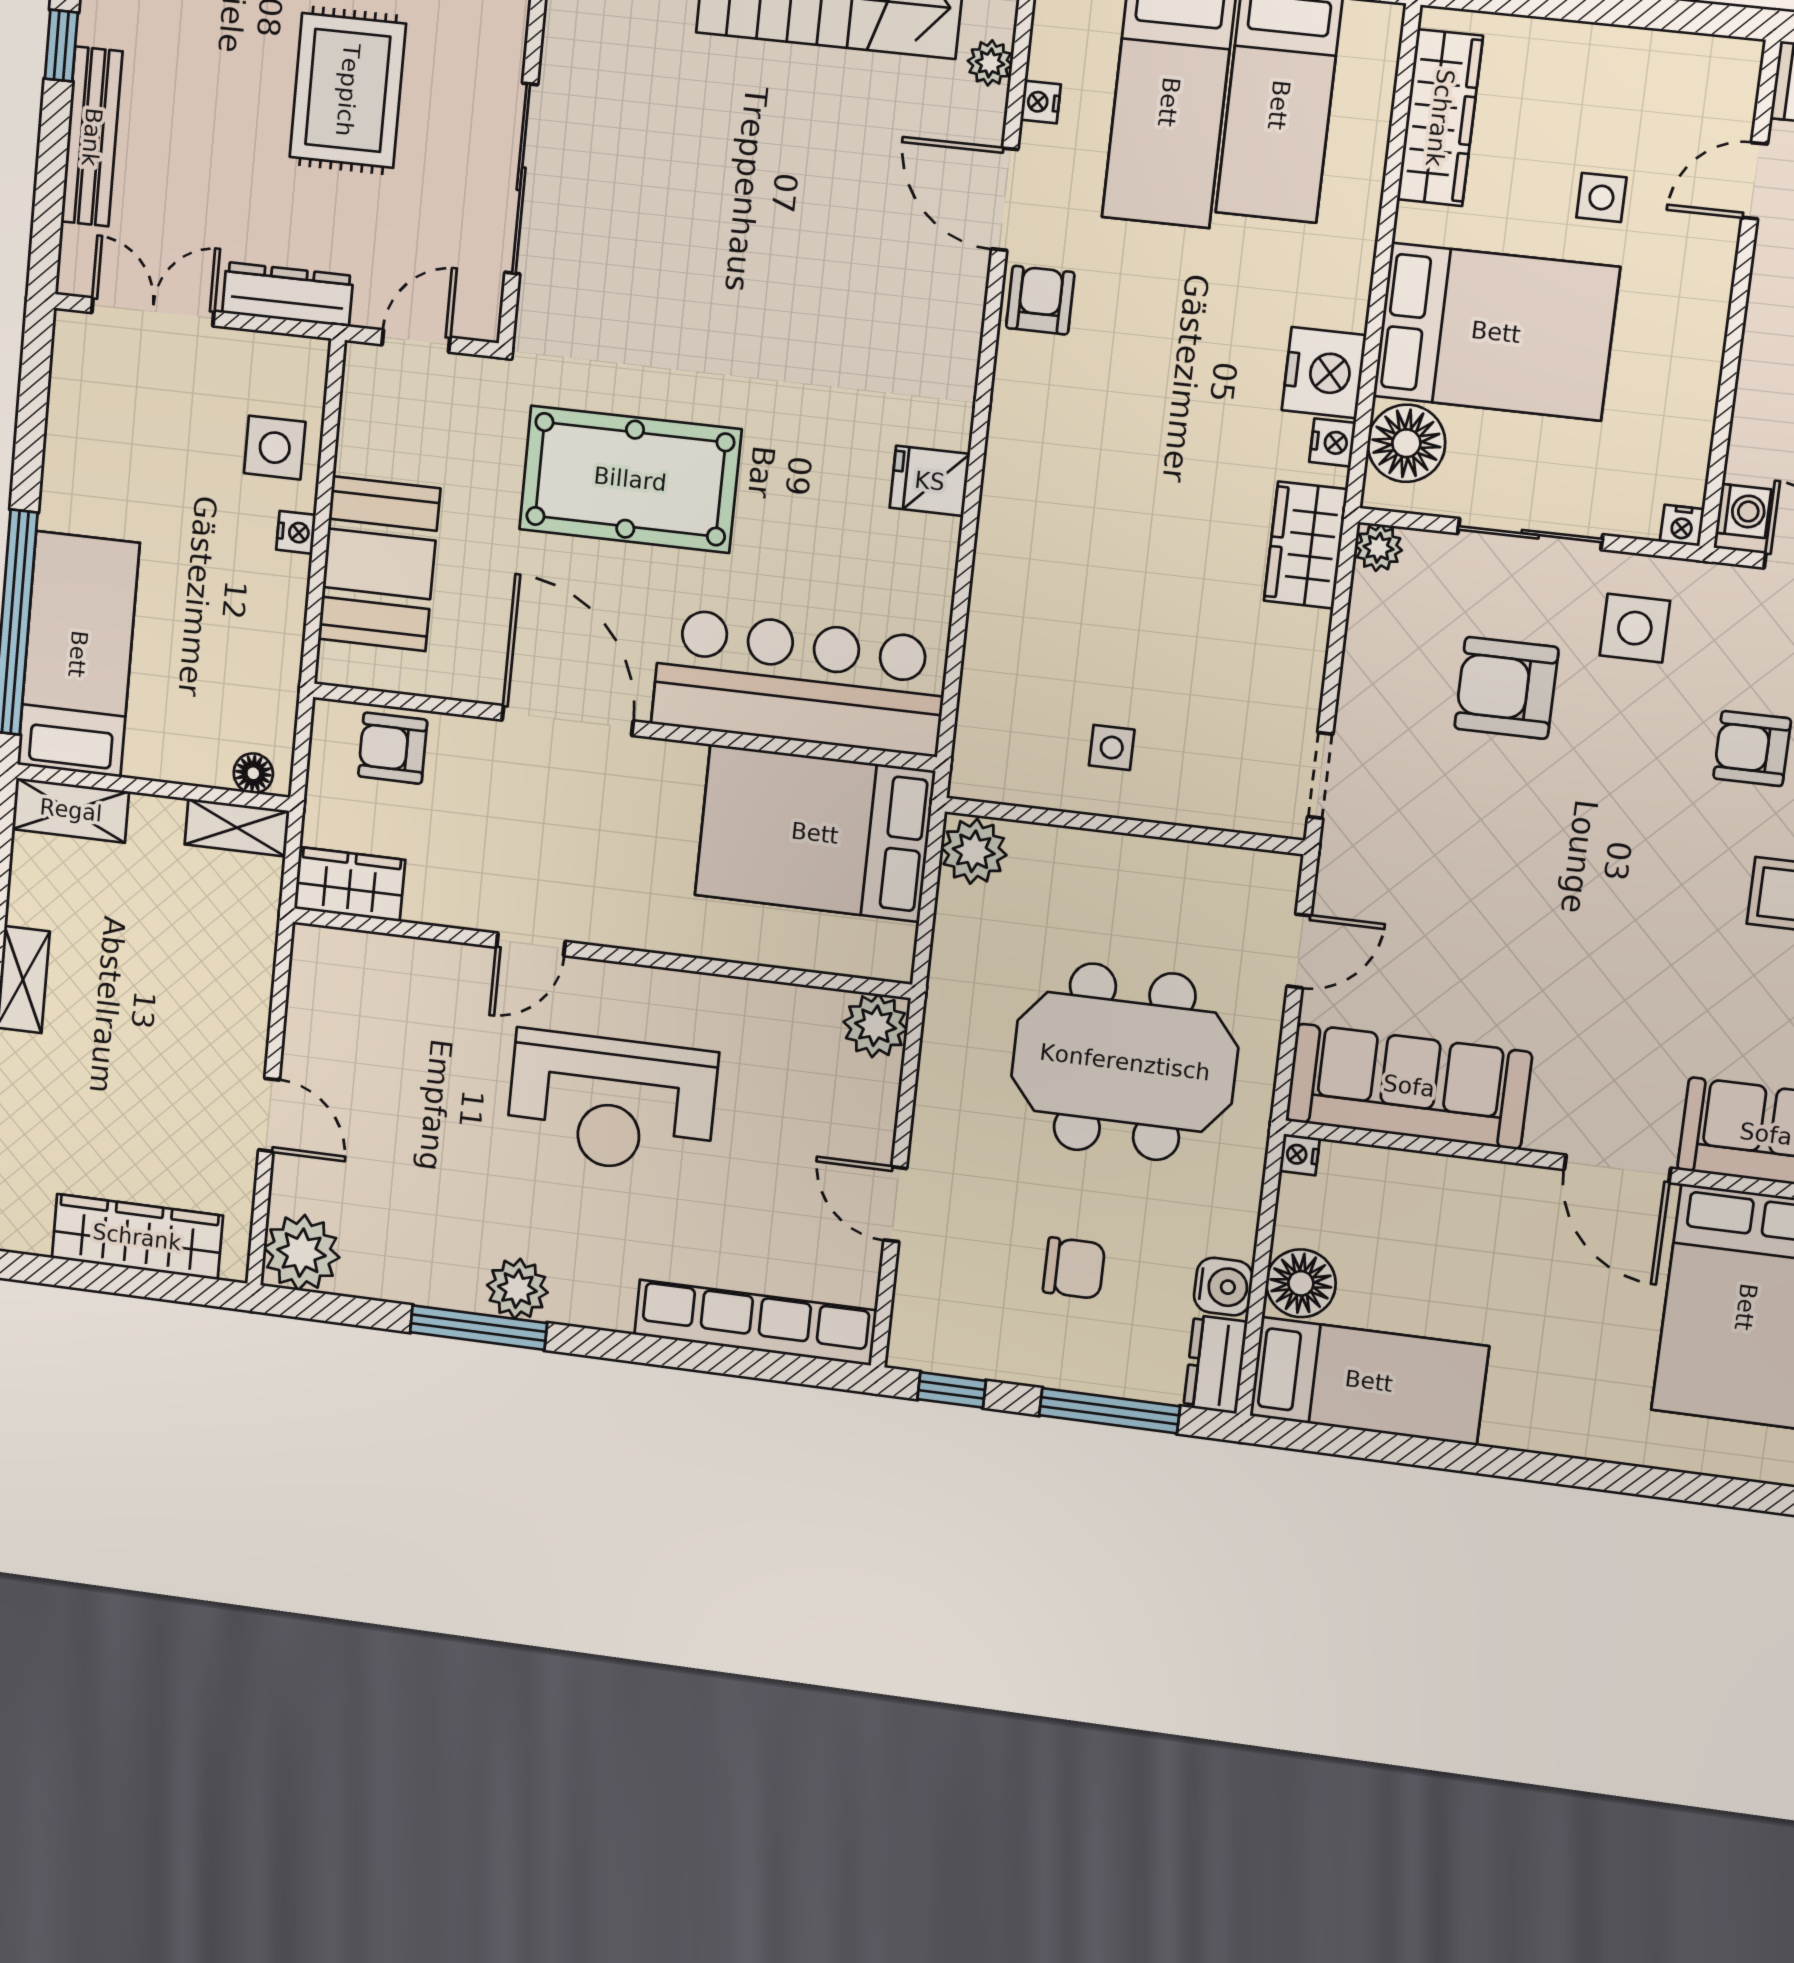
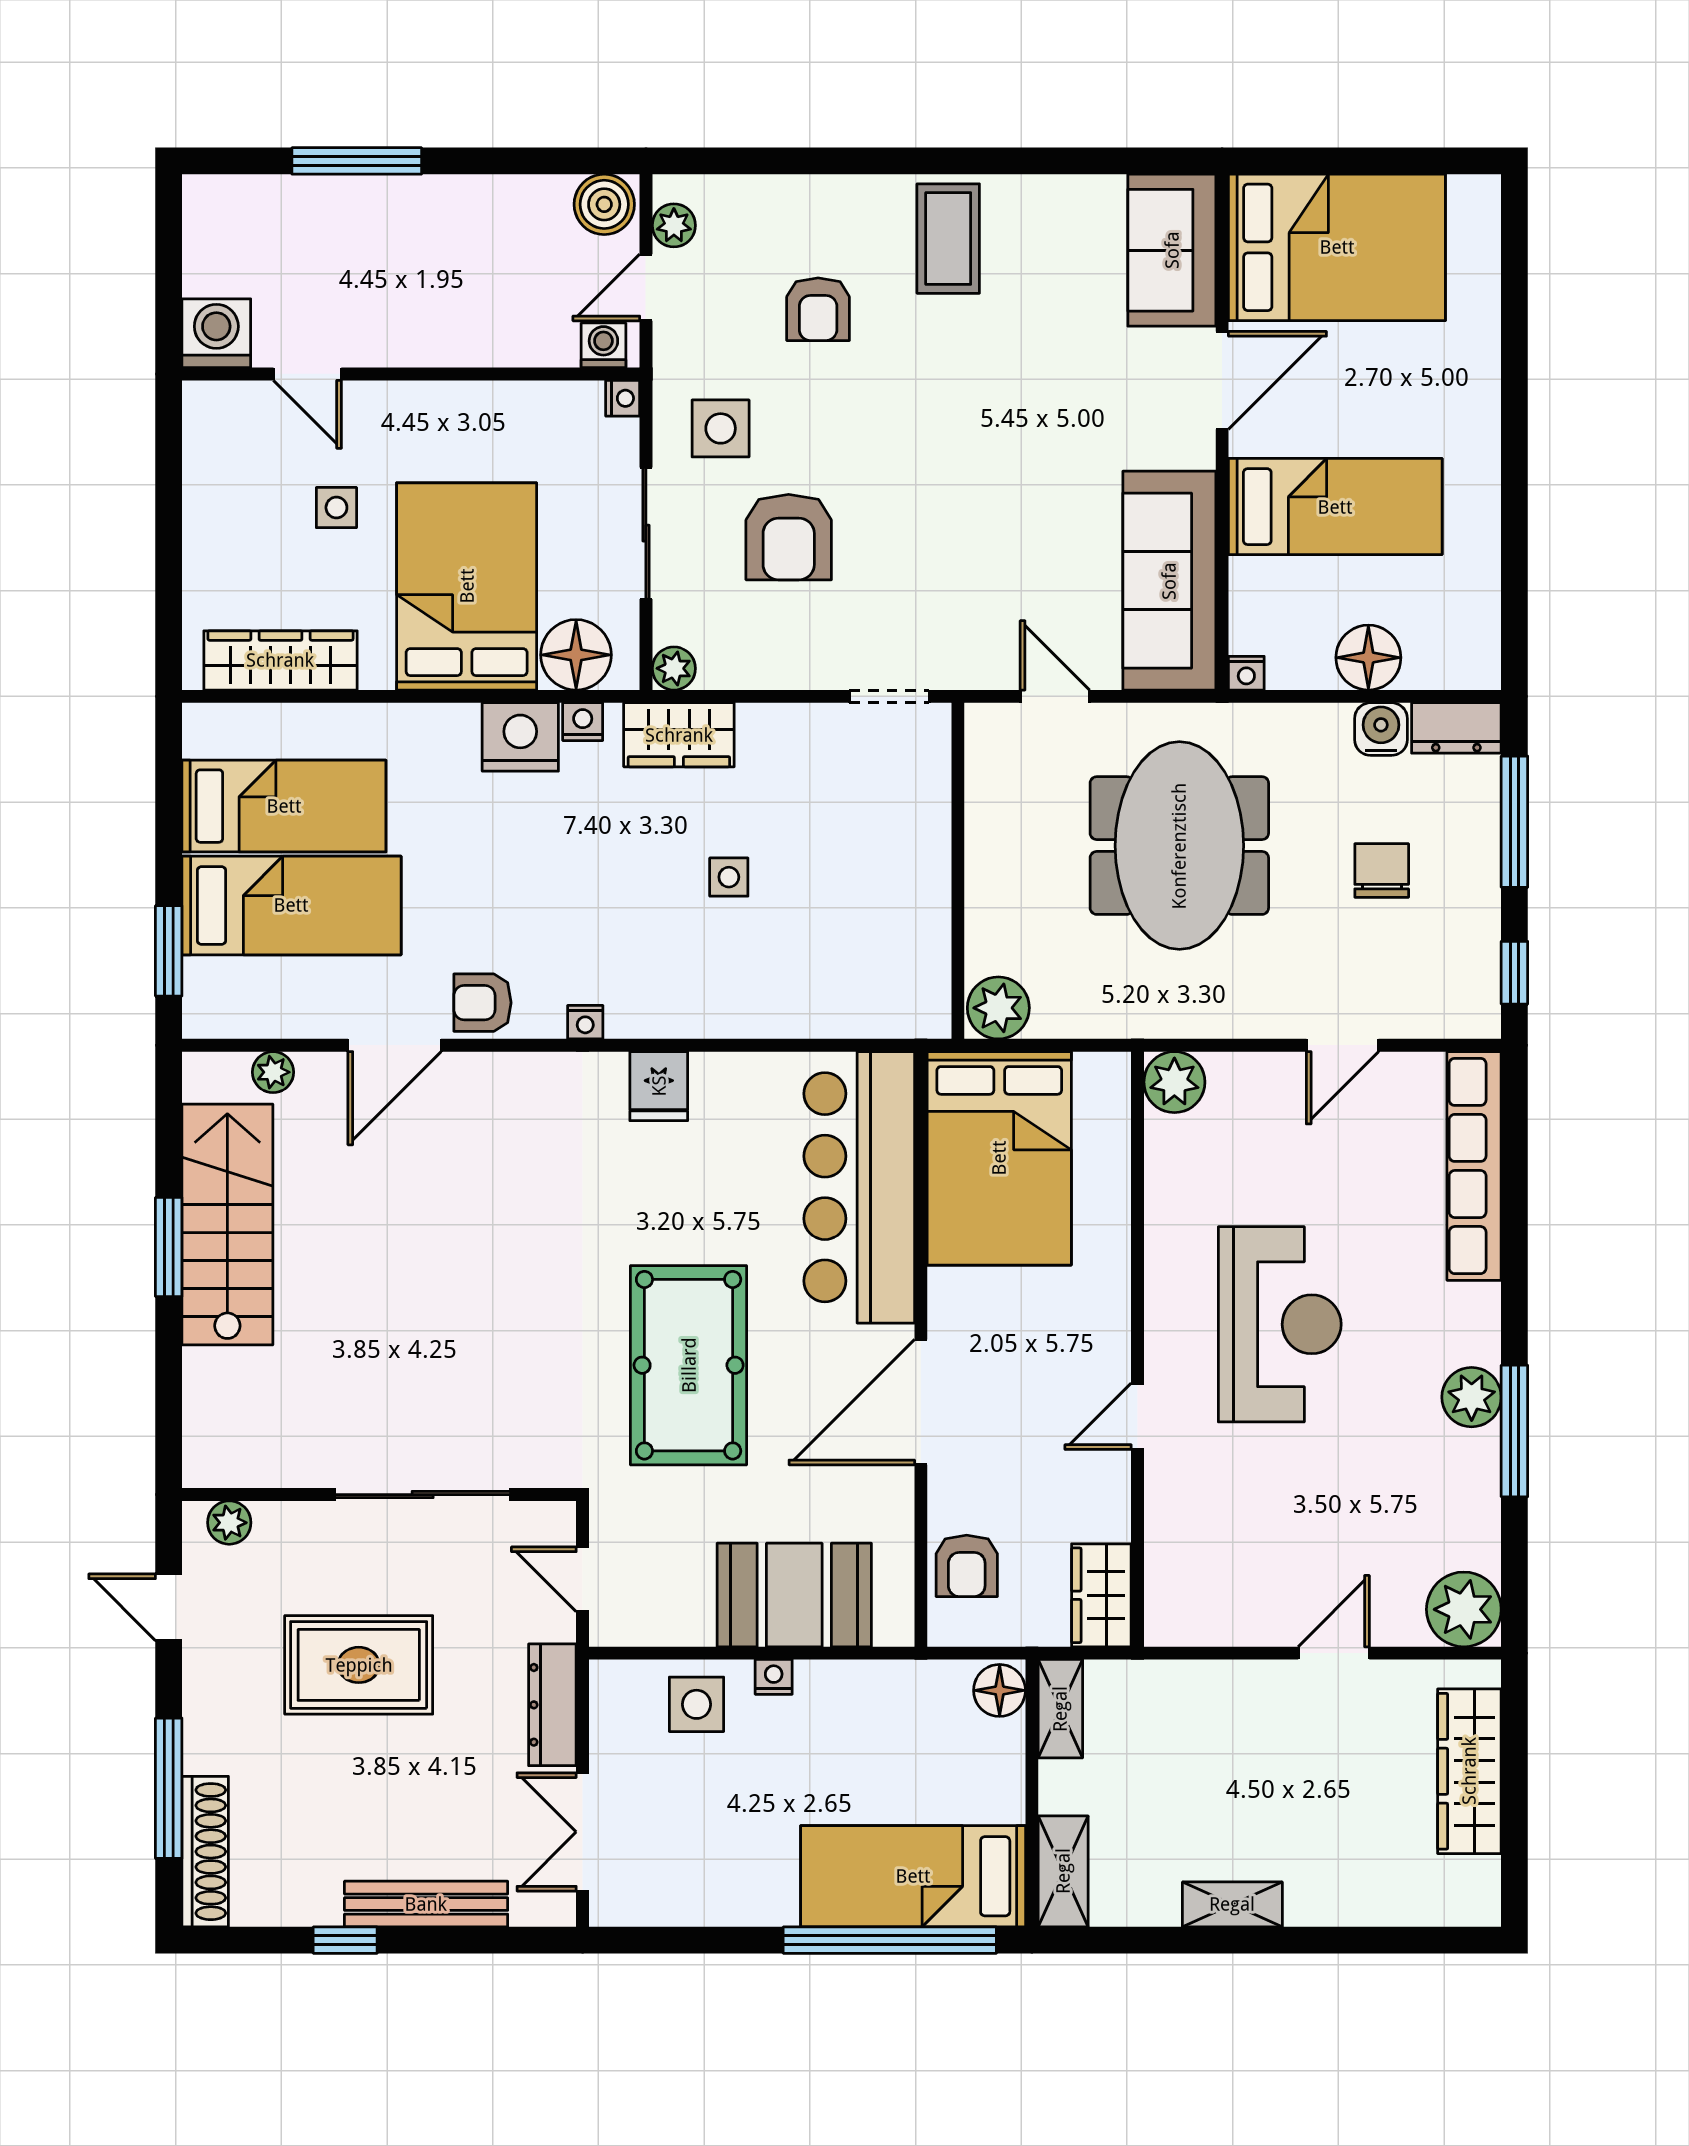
nightstand: (1041, 102) -> (585, 1022), moved
side table: (1112, 748) -> (729, 877), moved
floor lamp: (253, 773) -> (1000, 1690), width x1.37, depth x1.37
door: (531, 944) -> (1138, 1416), swing flipped
bed: (1369, 1381) -> (1335, 507), moved, turned 90

